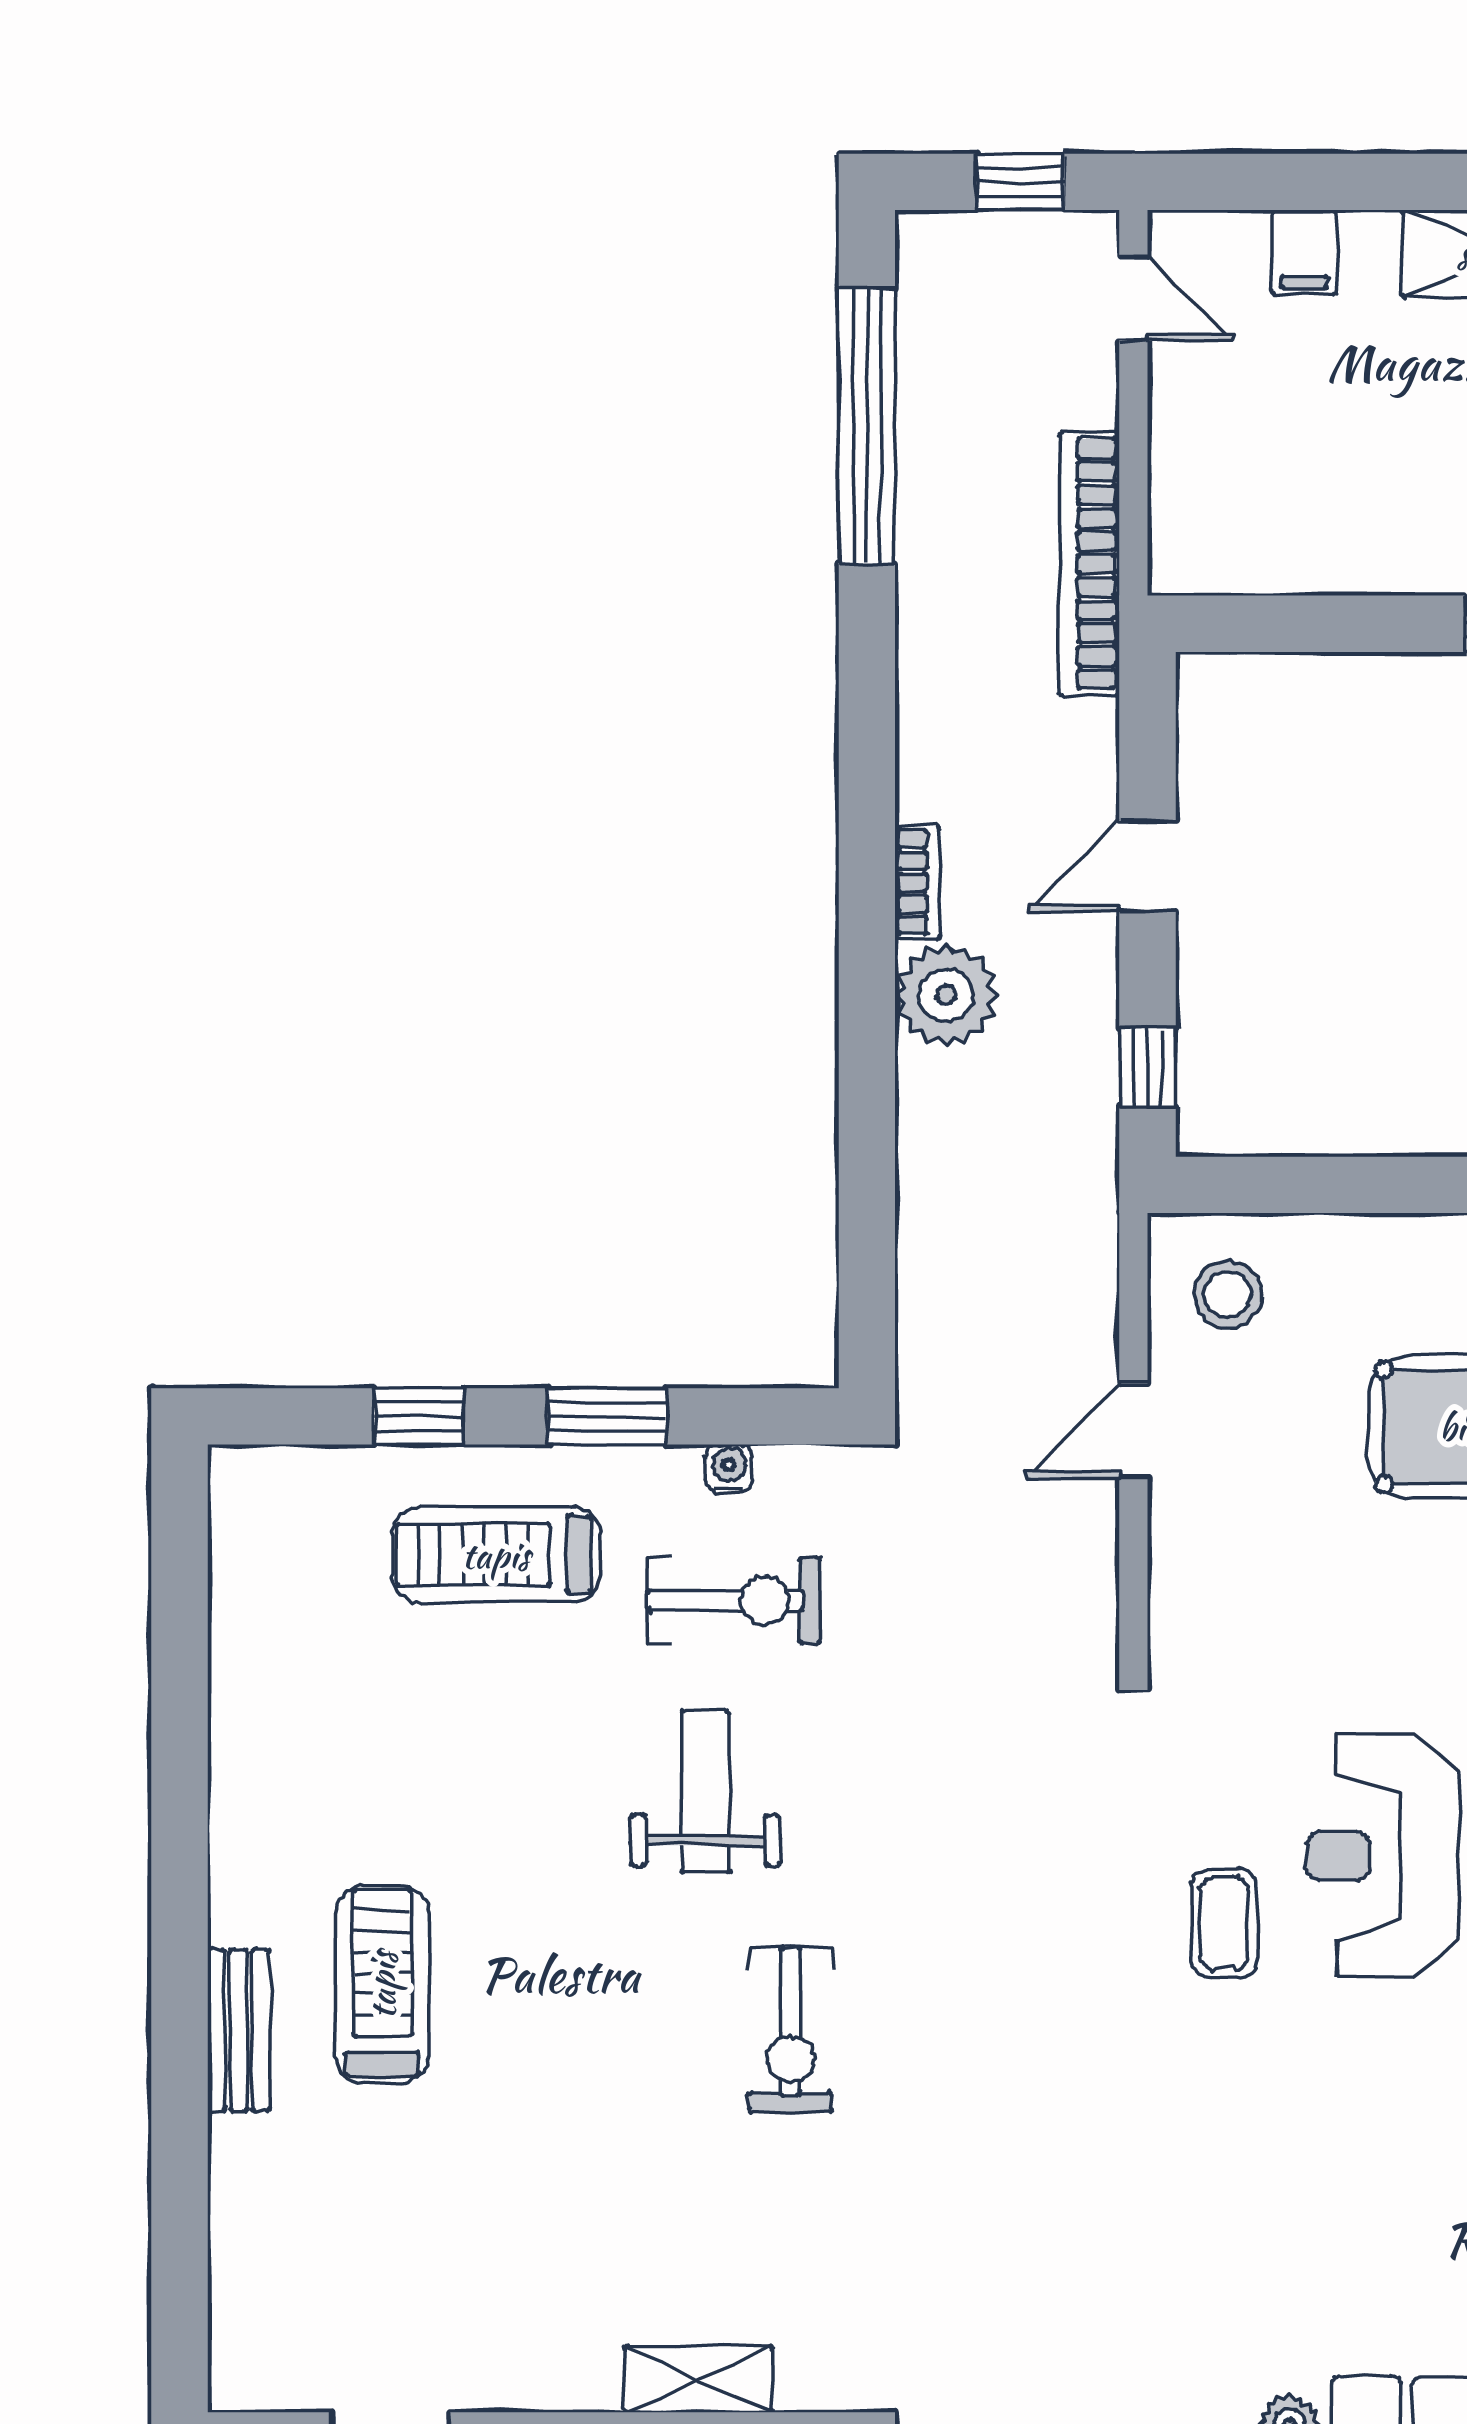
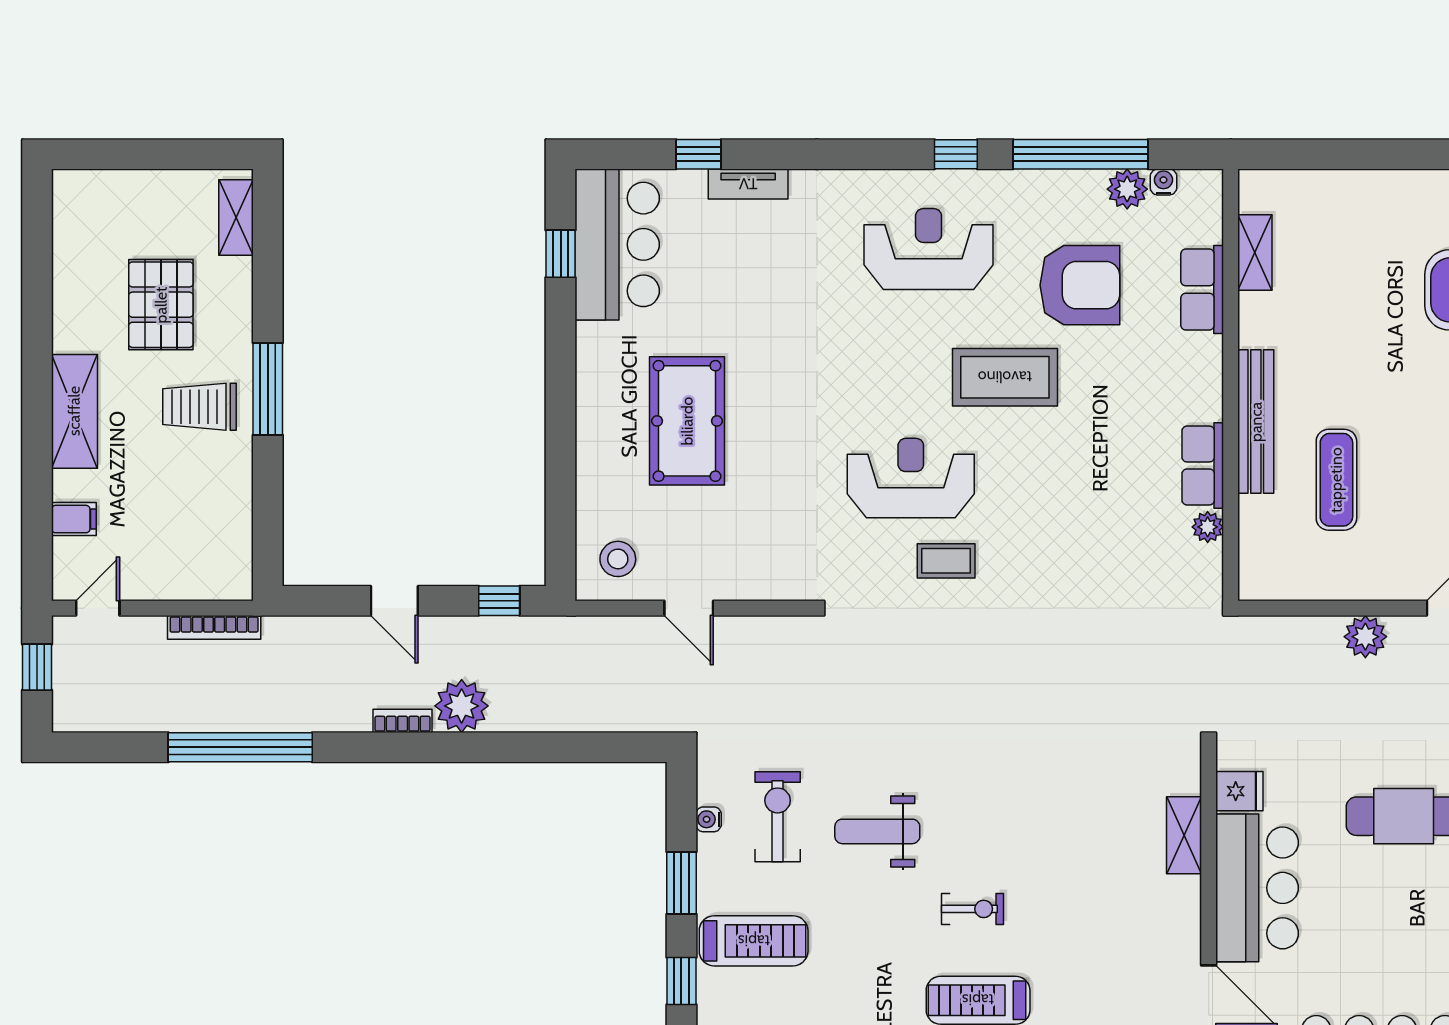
window: (867, 426) -> (240, 747), moved
bookcase: (1089, 564) -> (214, 627), width x0.68, depth x0.76
treadmill: (496, 1555) -> (754, 941), turned -90
reception desk: (1383, 1856) -> (911, 478), turned 180
exercise bike: (790, 2029) -> (973, 909), moved, width x0.73, depth x0.72

